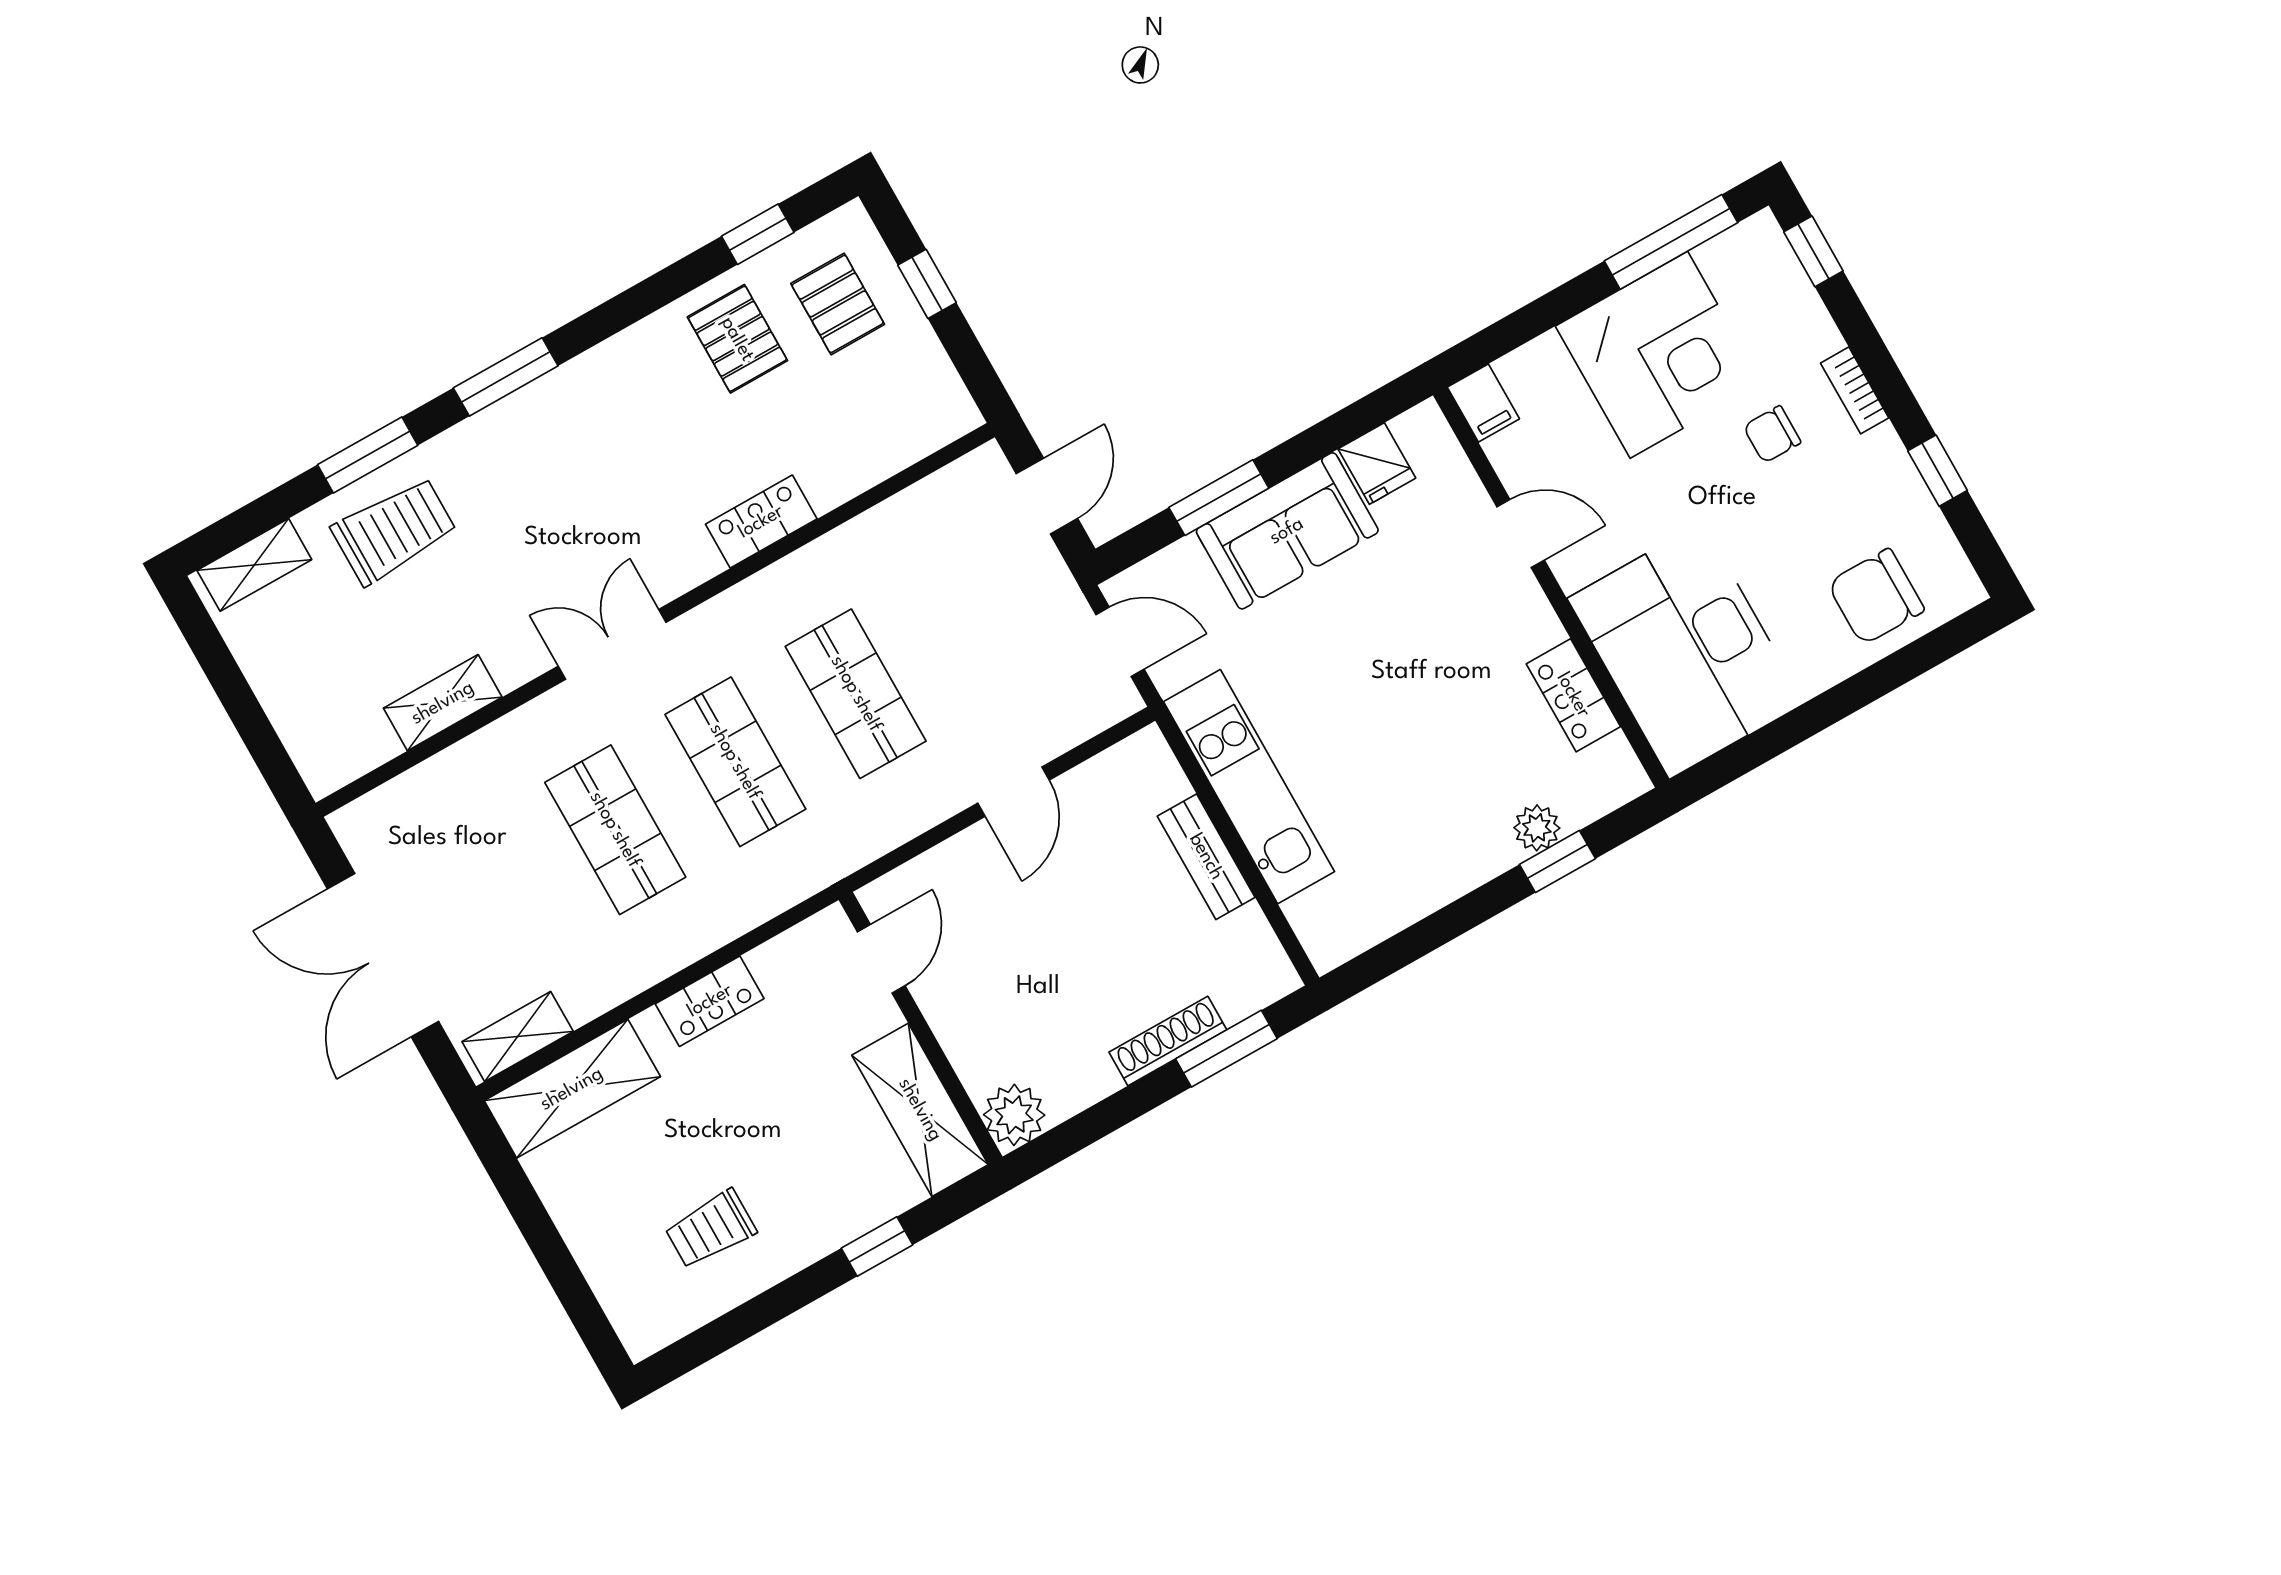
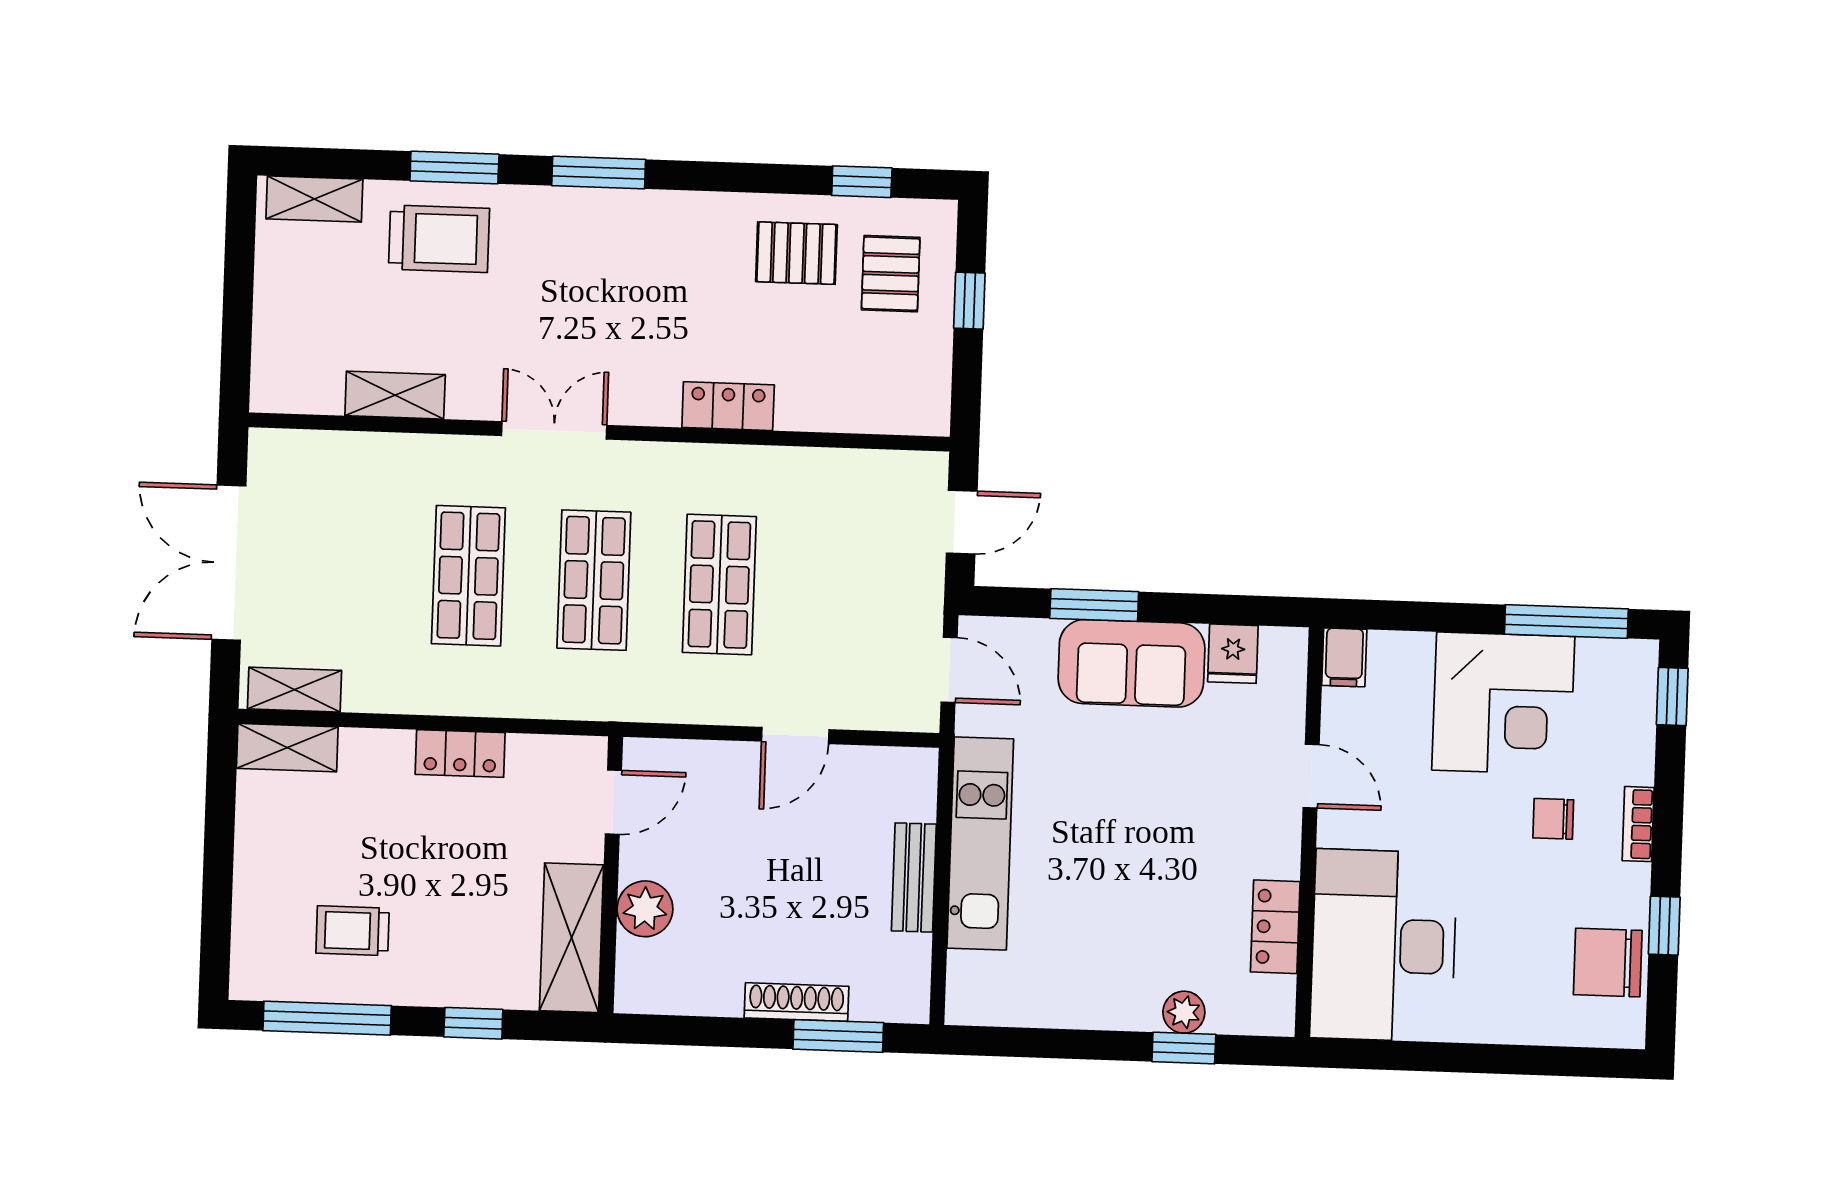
pallet: (737, 339) -> (796, 253), turned 90
chair: (1876, 597) -> (1608, 963), moved
shelving: (572, 1089) -> (287, 748), width x0.67, depth x0.75
plant: (1014, 1115) -> (645, 909), moved
window: (737, 1326) -> (327, 1018), added

